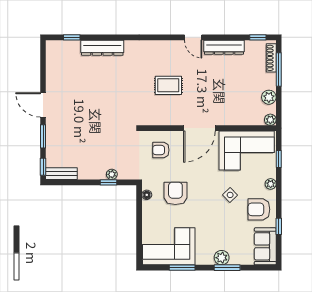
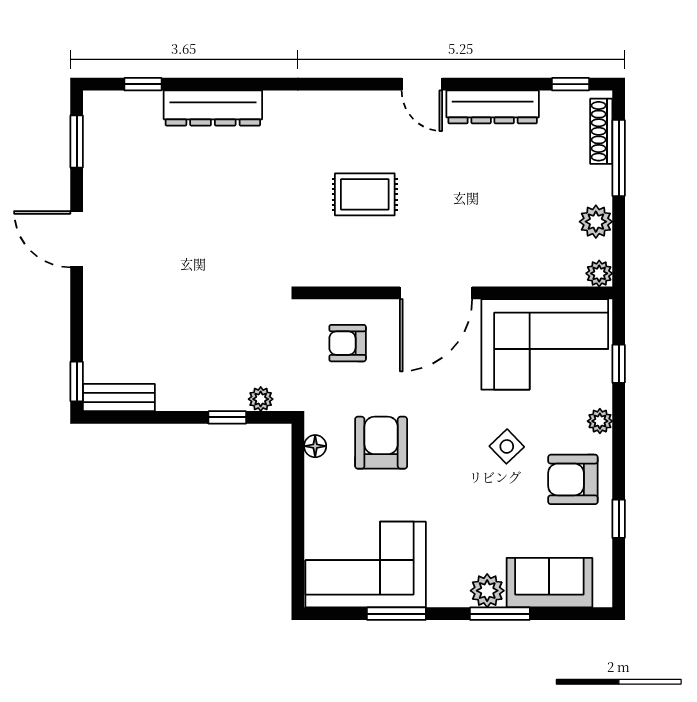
window: (43, 136) -> (77, 142), moved
plant: (112, 174) -> (261, 399), moved
sofa: (265, 246) -> (549, 583), moved, turned 90

